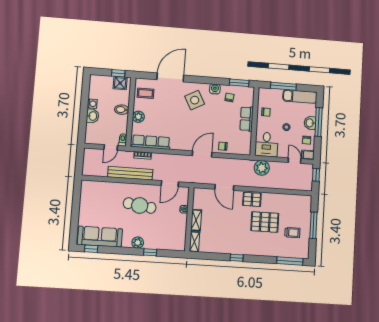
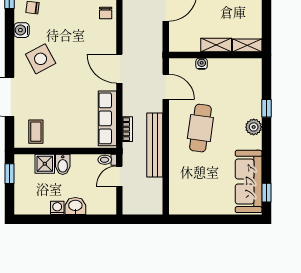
shower: (120, 83) -> (45, 164), moved
plant: (138, 117) -> (71, 139), removed
door: (111, 147) -> (119, 176), swing flipped
door: (202, 154) -> (119, 69), moved

